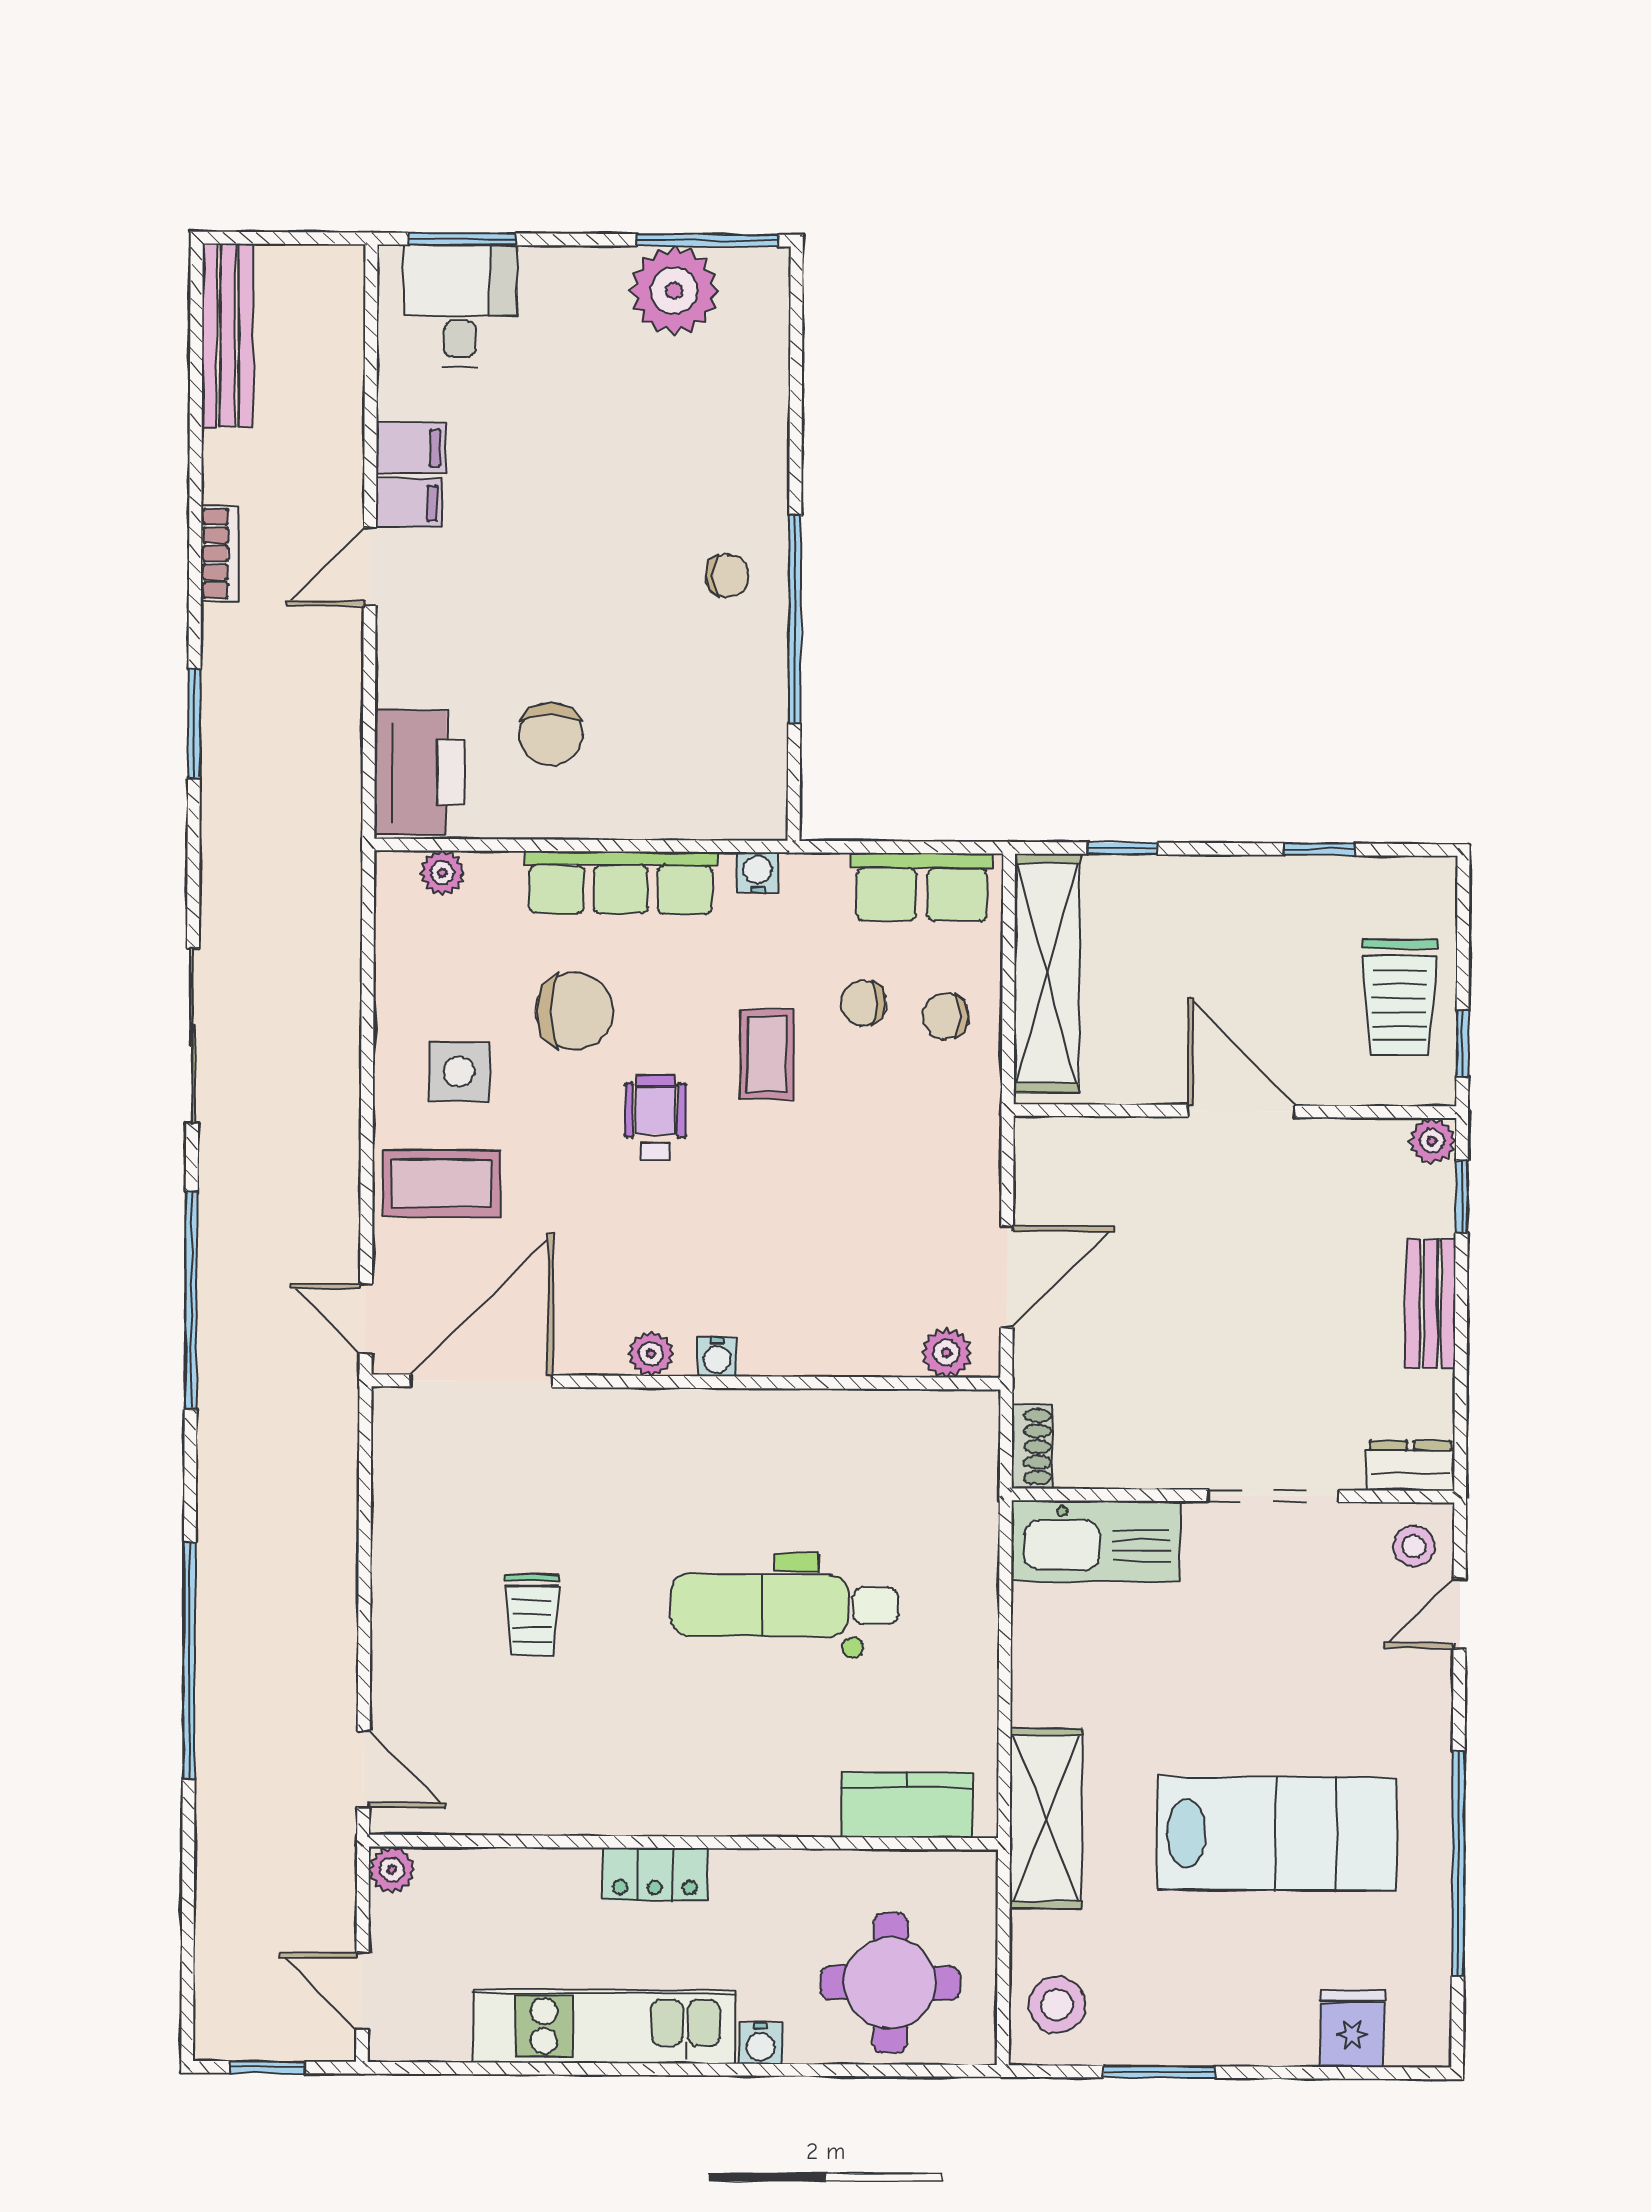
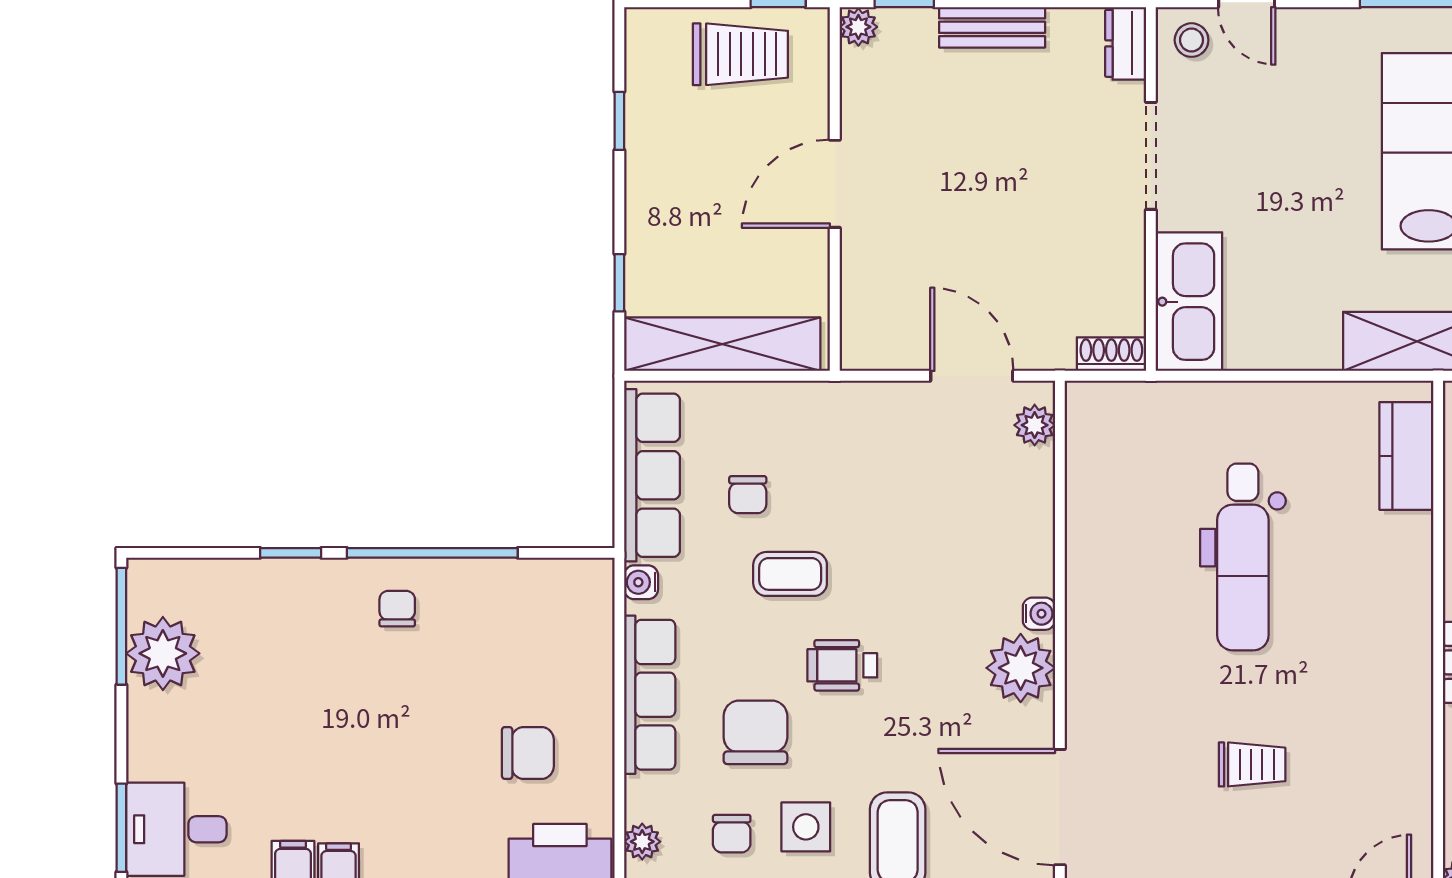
window: (796, 447) -> (291, 553), added
row of seats: (922, 887) -> (652, 475), width x1.48
chair: (946, 1016) -> (732, 834), moved
plant: (651, 1354) -> (1021, 668), width x1.87, depth x1.87

